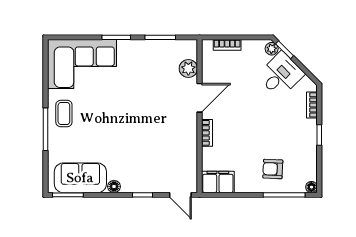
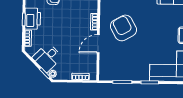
plant: (188, 68) -> (105, 62), removed
armchair: (160, 124) -> (123, 28), added
printer: (305, 136) -> (33, 19), added

